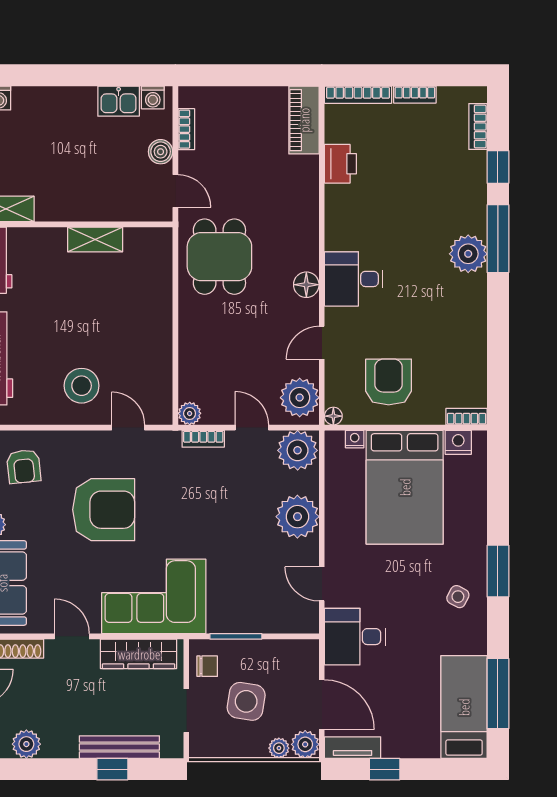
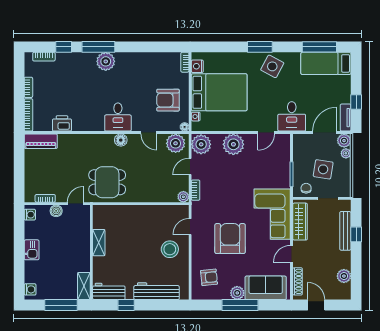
kitchen sink: (119, 101) -> (32, 250), moved
side table: (458, 597) -> (272, 66), width x1.87, depth x1.87

